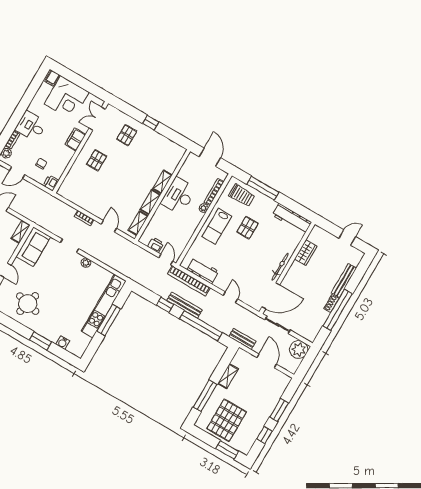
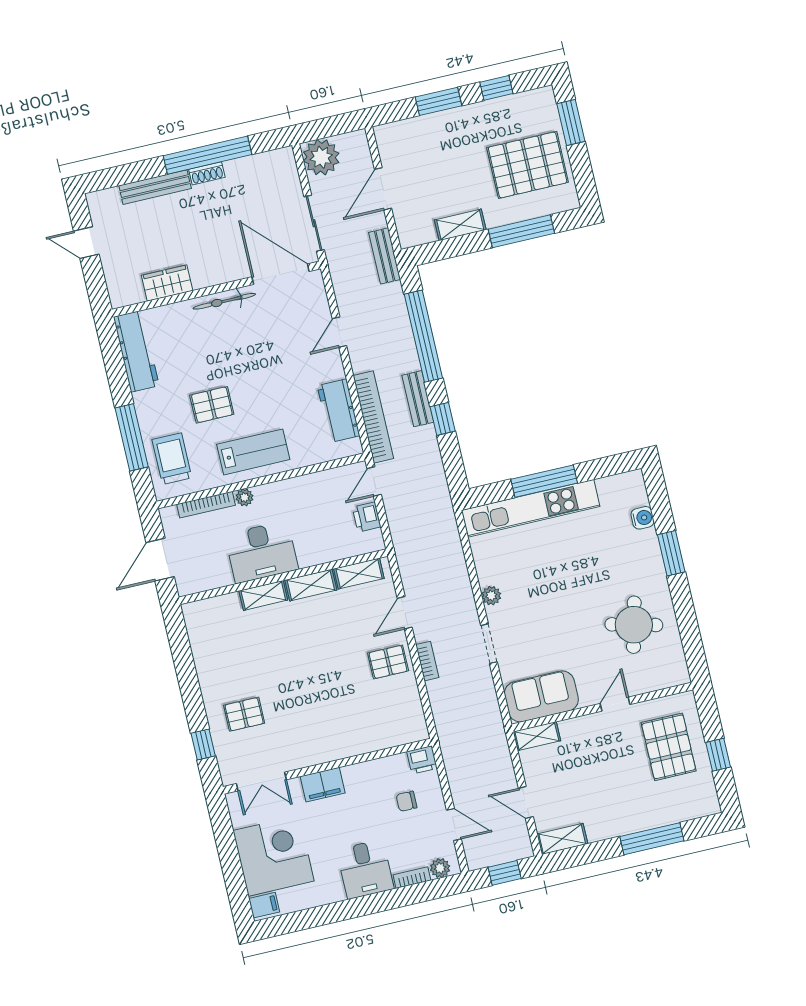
window: (151, 123) -> (203, 745), moved
pallet: (97, 160) -> (388, 662), moved
bench: (185, 305) -> (418, 399), width x0.73

